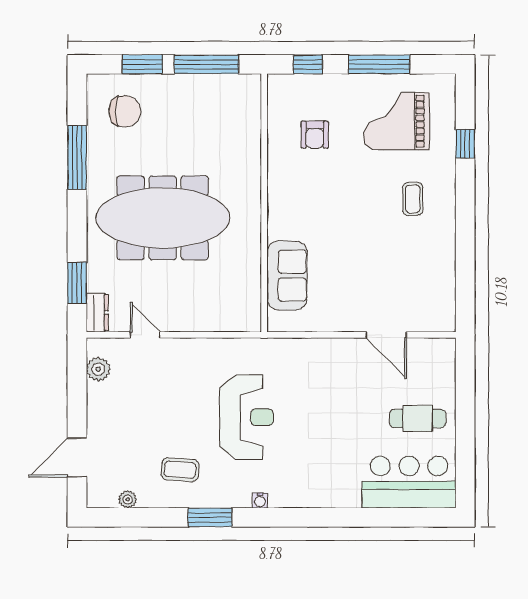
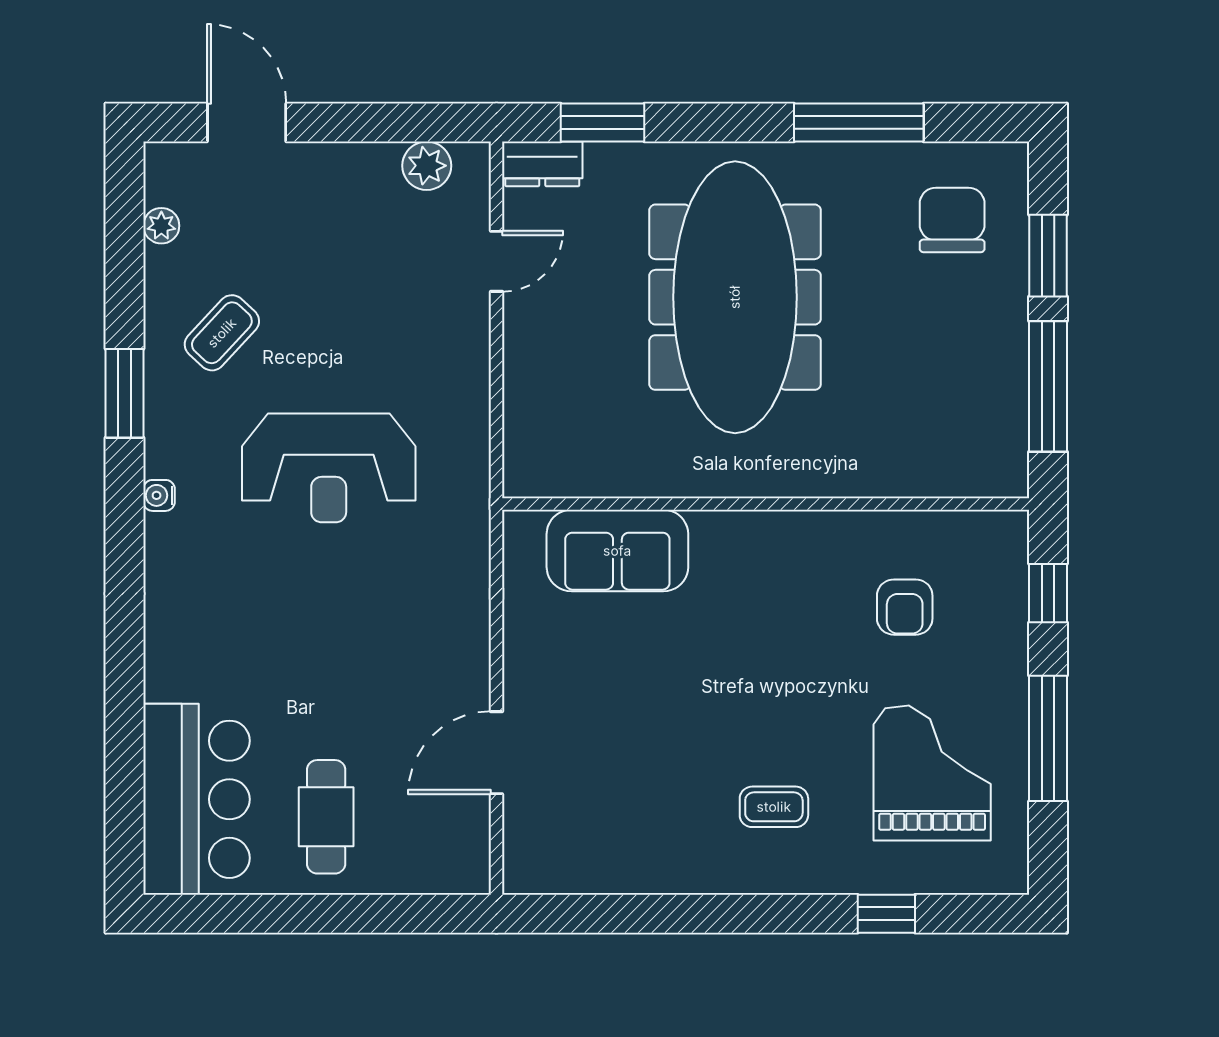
chair: (125, 111) -> (952, 220), turned 180
armchair: (315, 135) -> (905, 607), turned -90
coffee table: (180, 470) -> (222, 333), turned 39

